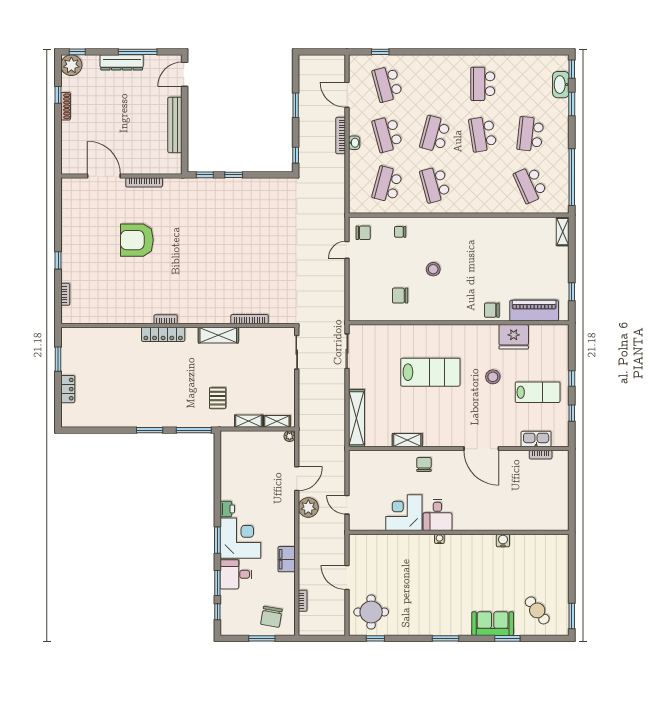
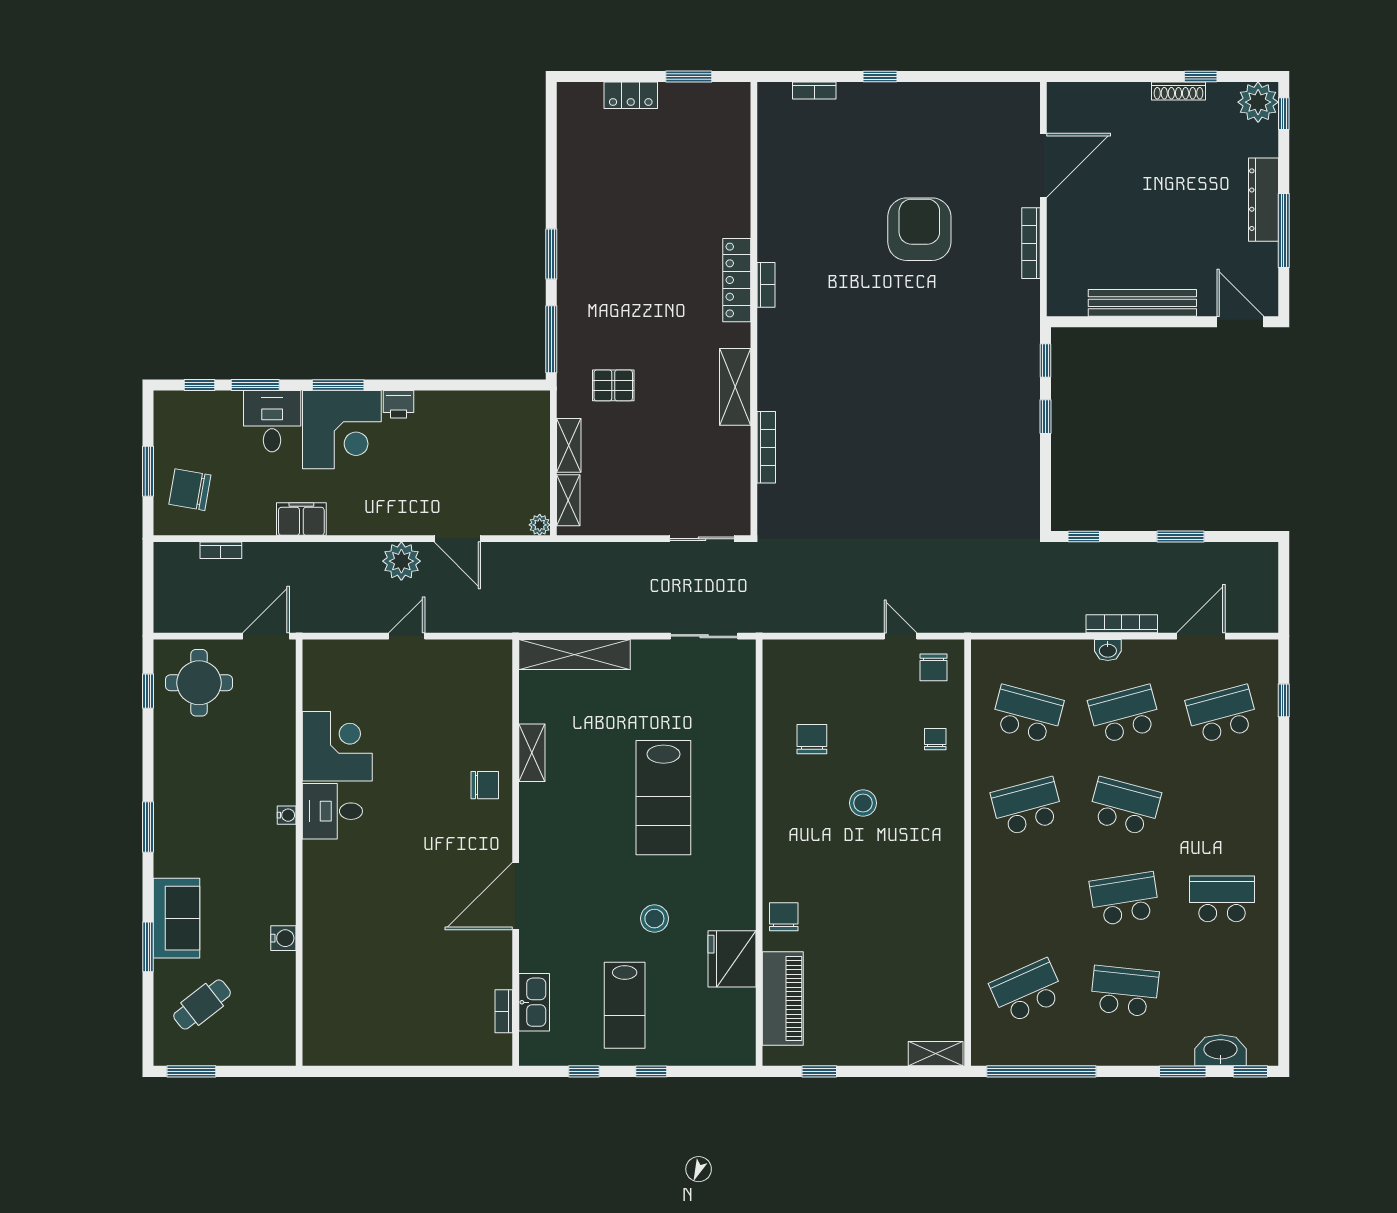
corner desk: (404, 513) -> (337, 746), moved
desk: (437, 515) -> (332, 811), moved
wall: (459, 532) -> (299, 853), moved
water cooler: (439, 539) -> (287, 815), moved
water cooler: (503, 541) -> (283, 938), moved

